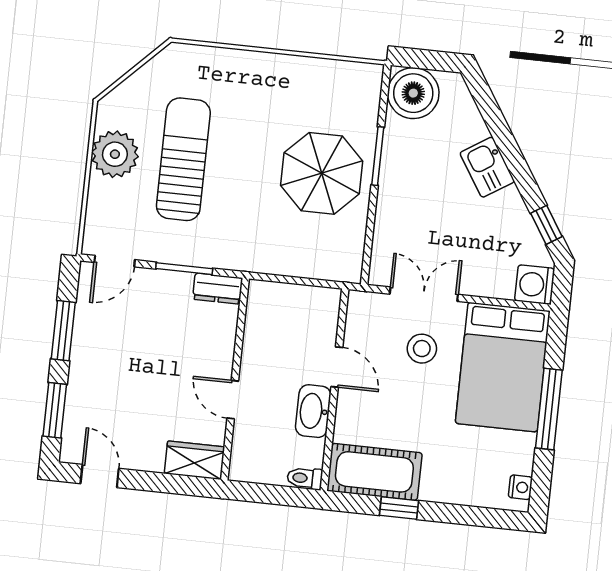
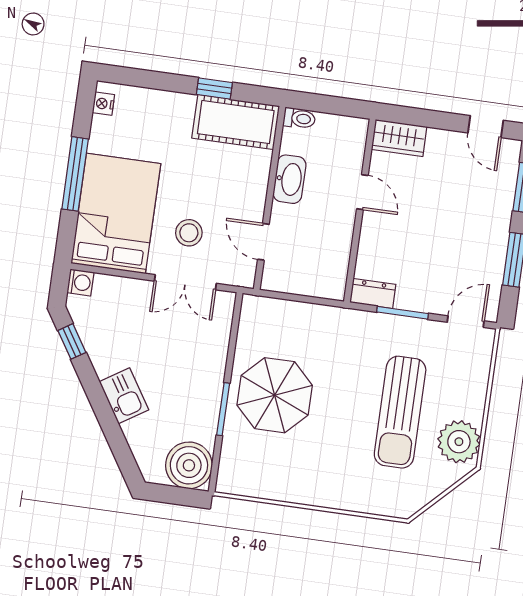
plant: (115, 154) -> (459, 442), moved
washing machine: (535, 285) -> (80, 282), width x0.73, depth x0.73
door: (337, 367) -> (263, 242), moved

